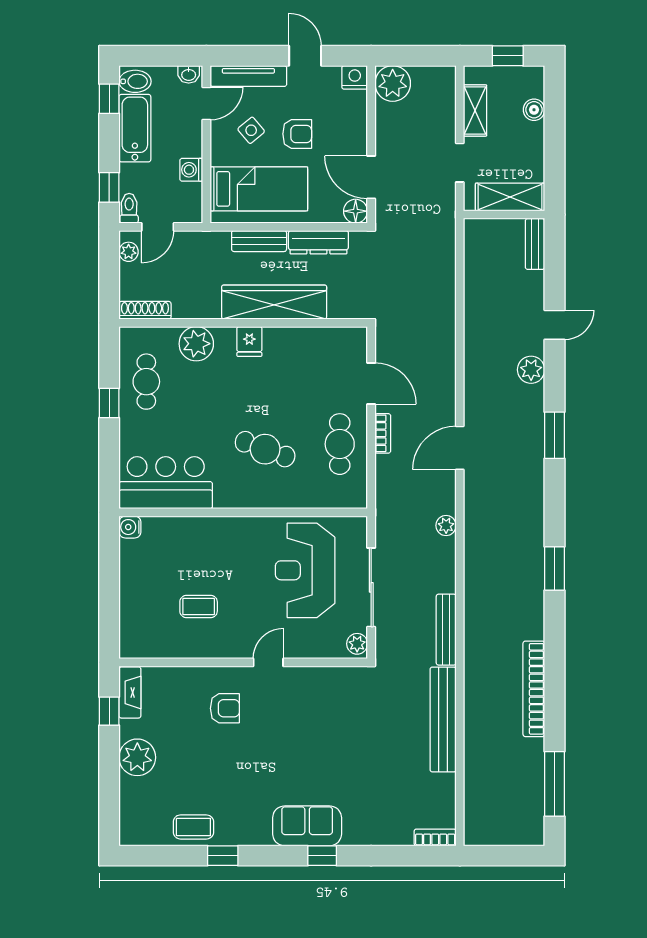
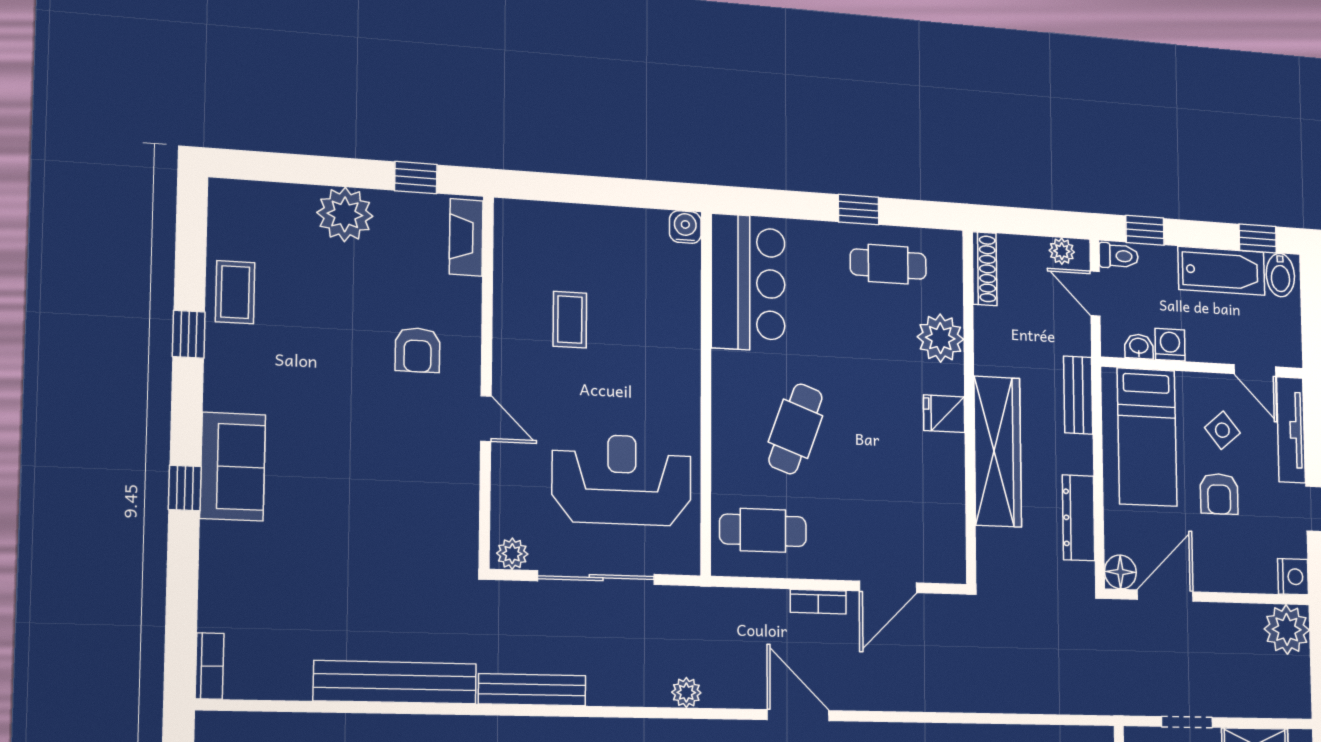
washbasin: (189, 74) -> (1139, 346), moved, turned 90
bench: (259, 241) -> (1078, 395), moved
cafe table: (340, 444) -> (763, 530), moved
fireplace: (130, 692) -> (466, 237), moved, turned 90

